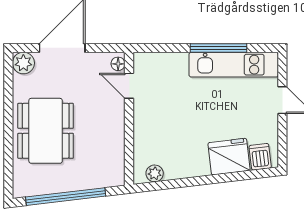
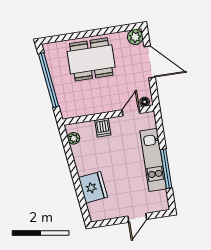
kitchen unit: (234, 65) -> (153, 160), moved
dishwasher: (260, 157) -> (103, 128), moved, turned 97

